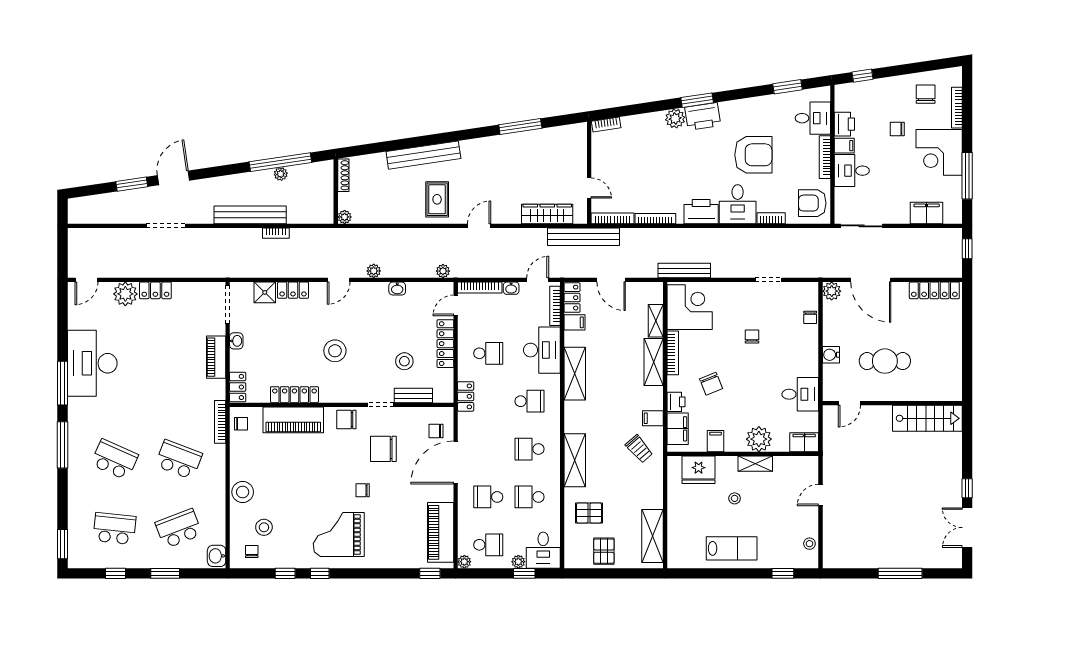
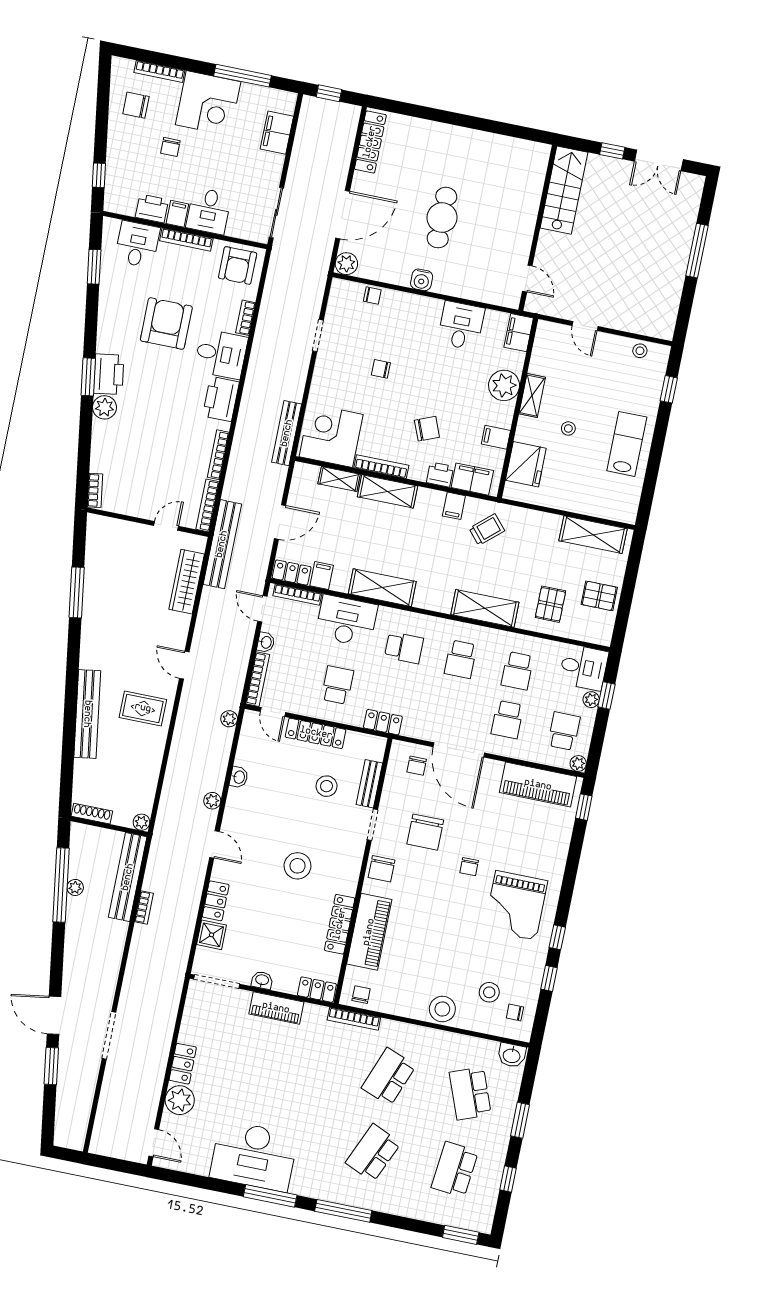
bench: (250, 215) -> (128, 877), moved
school desk: (529, 401) -> (404, 648), turned 90
door: (849, 403) -> (527, 279), moved
wall: (892, 403) -> (538, 228), moved
stairs: (927, 418) -> (564, 190), moved

